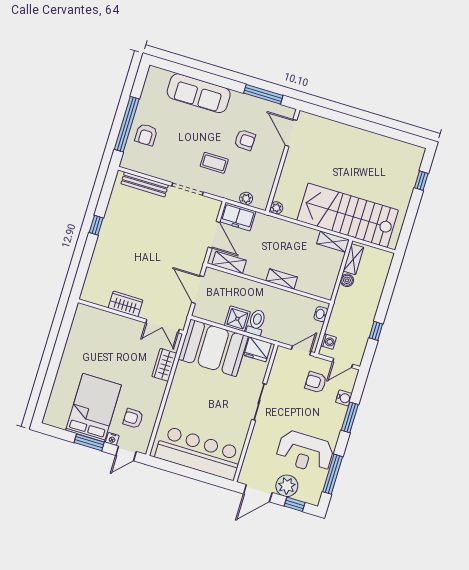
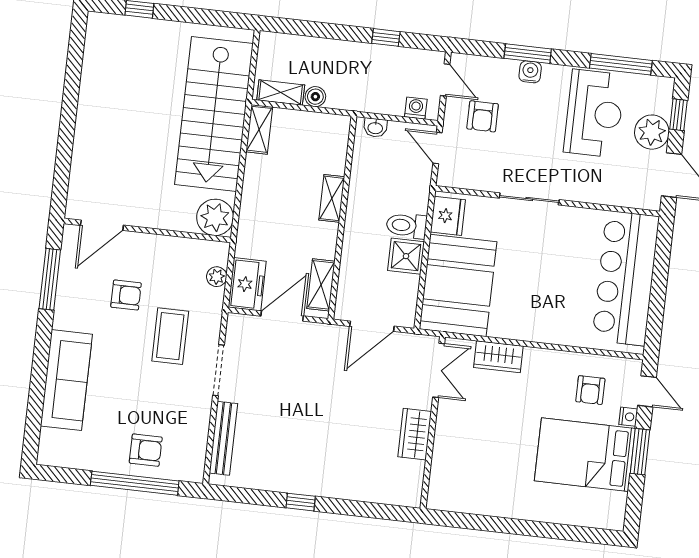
armchair: (245, 140) -> (126, 295), turned 88
coffee table: (214, 163) -> (170, 336), width x1.36, depth x1.30
plant: (276, 208) -> (215, 217), width x1.87, depth x1.87
water cooler: (344, 398) -> (530, 72), moved

